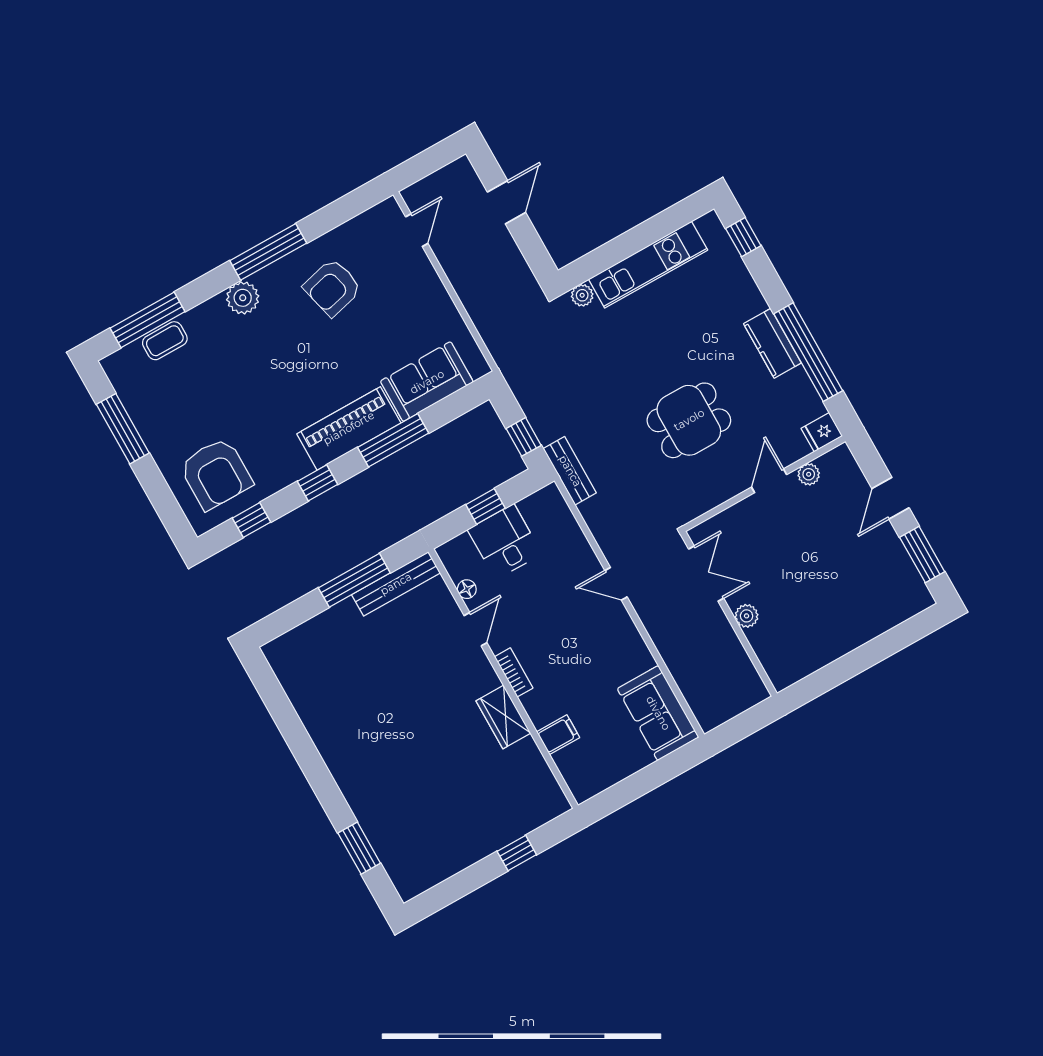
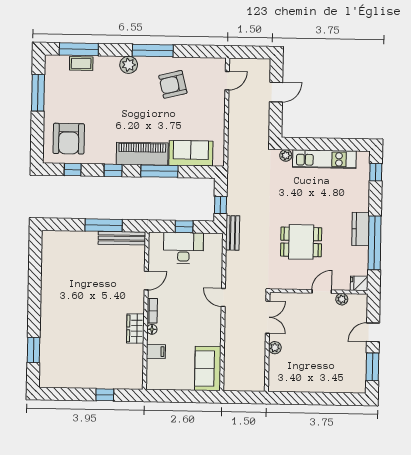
desk: (505, 542) -> (183, 248), width x1.37
floor lamp: (467, 589) -> (152, 329), moved

